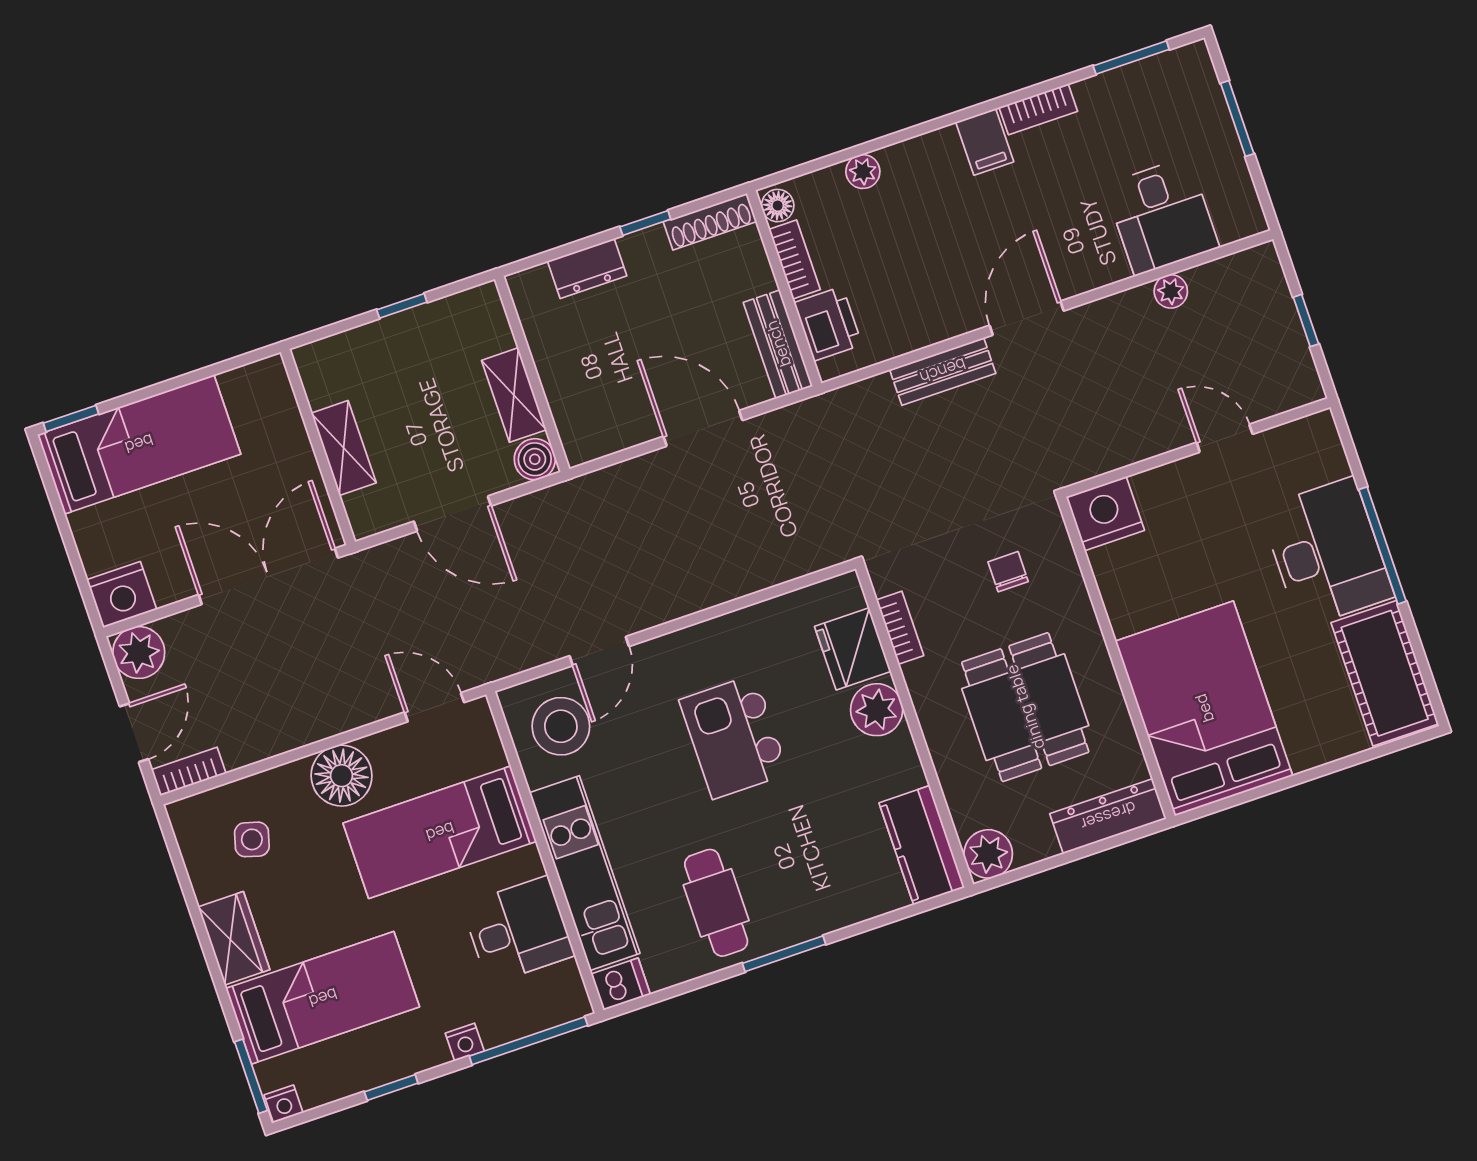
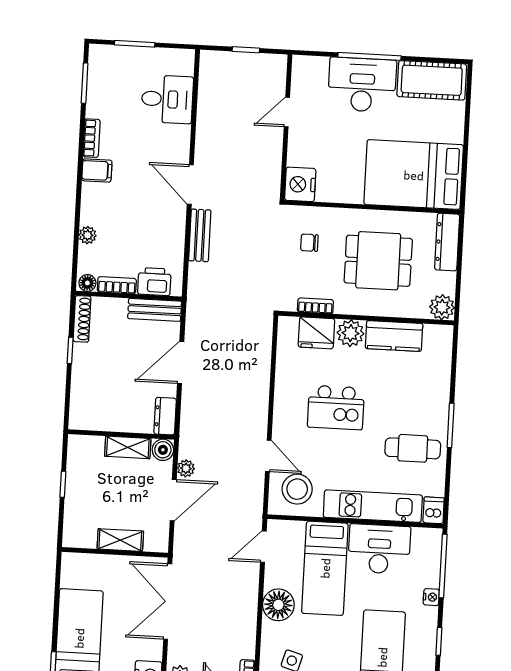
dresser: (587, 268) -> (165, 416), moved, turned 180
plant: (1171, 291) -> (186, 468), moved
kitchen counter: (922, 845) -> (394, 336), moved
desk: (518, 930) -> (379, 549), width x1.37

